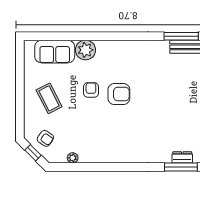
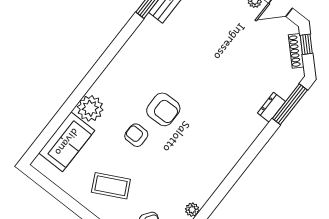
armchair: (119, 94) -> (163, 109), turned 89
dresser: (182, 157) -> (271, 107), moved

